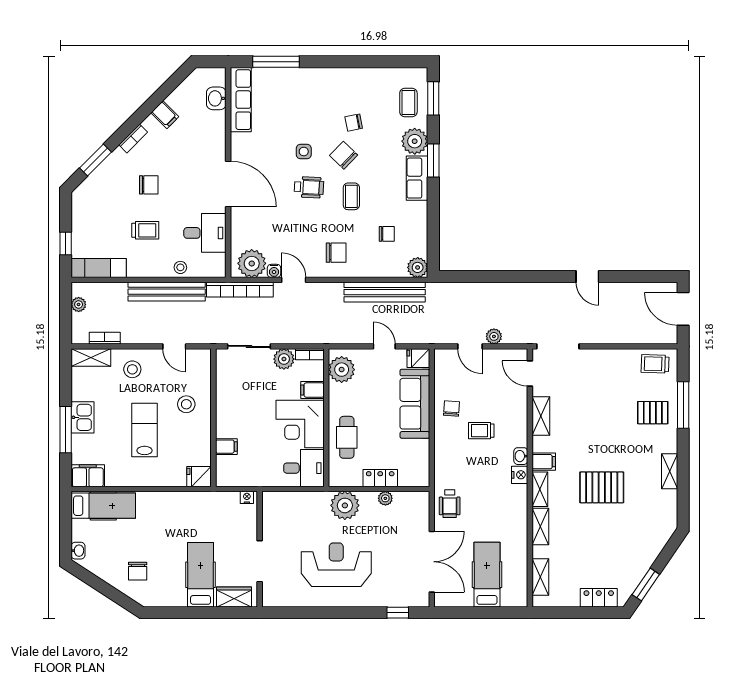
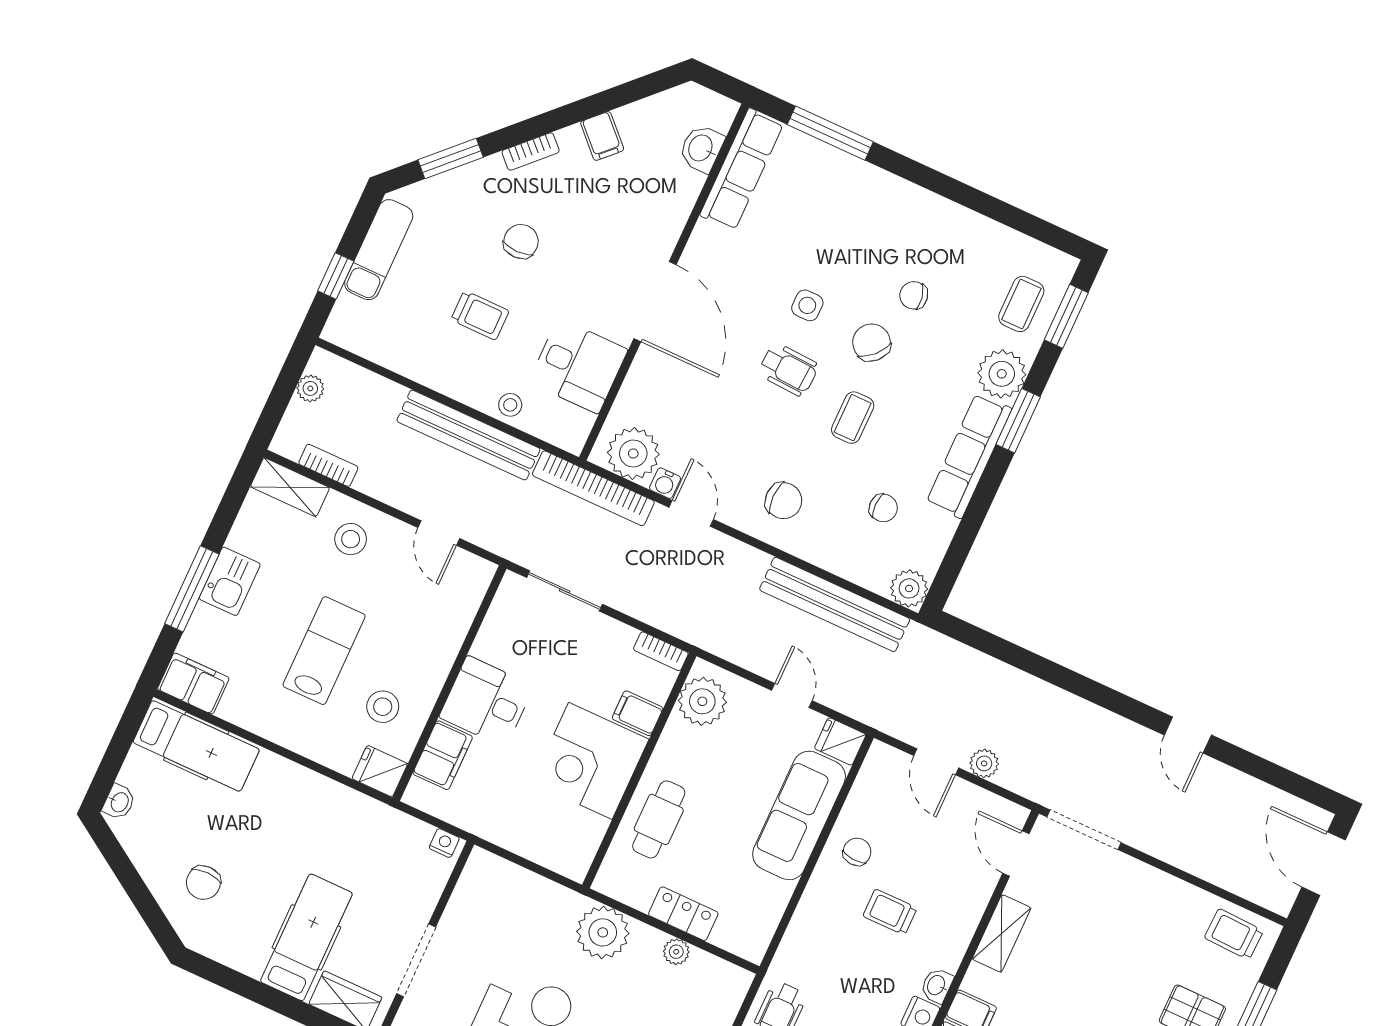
row of seats: (417, 178) -> (969, 456), width x1.48
chair: (149, 185) -> (521, 241), turned -90
exam couch: (99, 268) -> (379, 250), moved, turned 90
plant: (284, 359) -> (613, 639), removed
stool: (186, 404) -> (383, 707), moved
filing cabinet: (226, 447) -> (443, 755), width x2.00
desk: (304, 468) -> (486, 702), moved, turned 180

